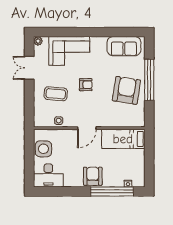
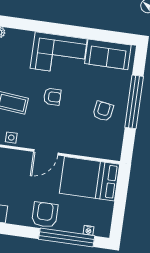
corner sofa: (69, 51) -> (59, 54), moved
armchair: (126, 90) -> (103, 111), width x0.53, depth x0.53
bed: (123, 139) -> (90, 179), width x1.50

